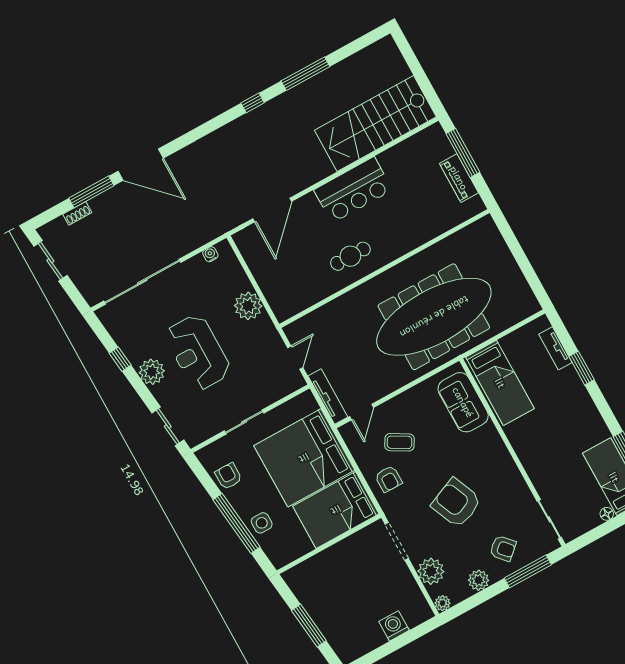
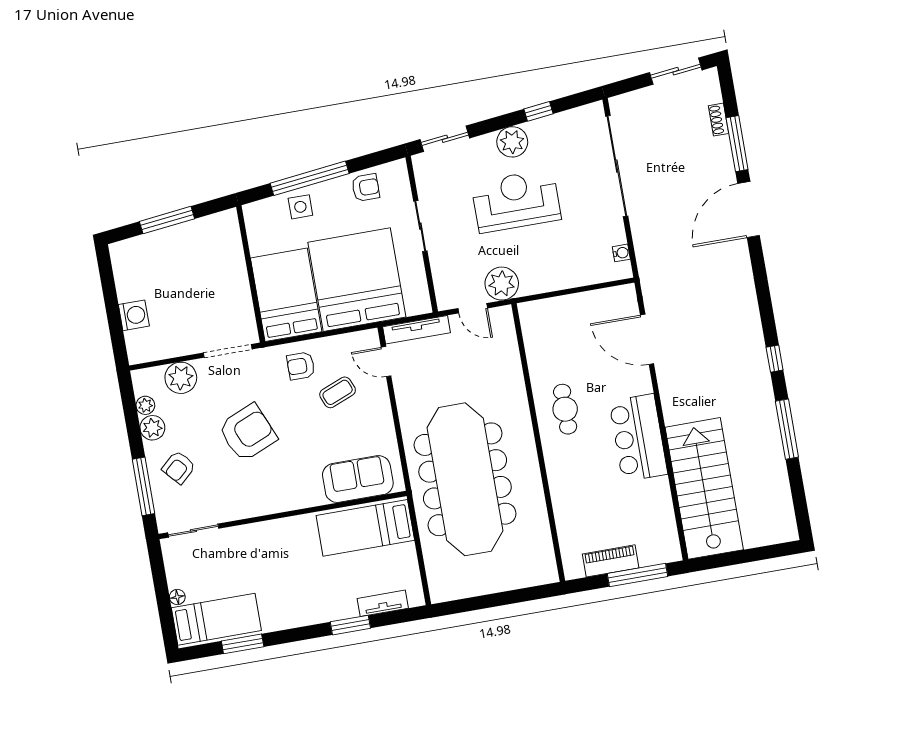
plant: (248, 306) -> (502, 284), moved
coffee table: (399, 442) -> (338, 392), turned 38
plant: (442, 603) -> (145, 405), moved

